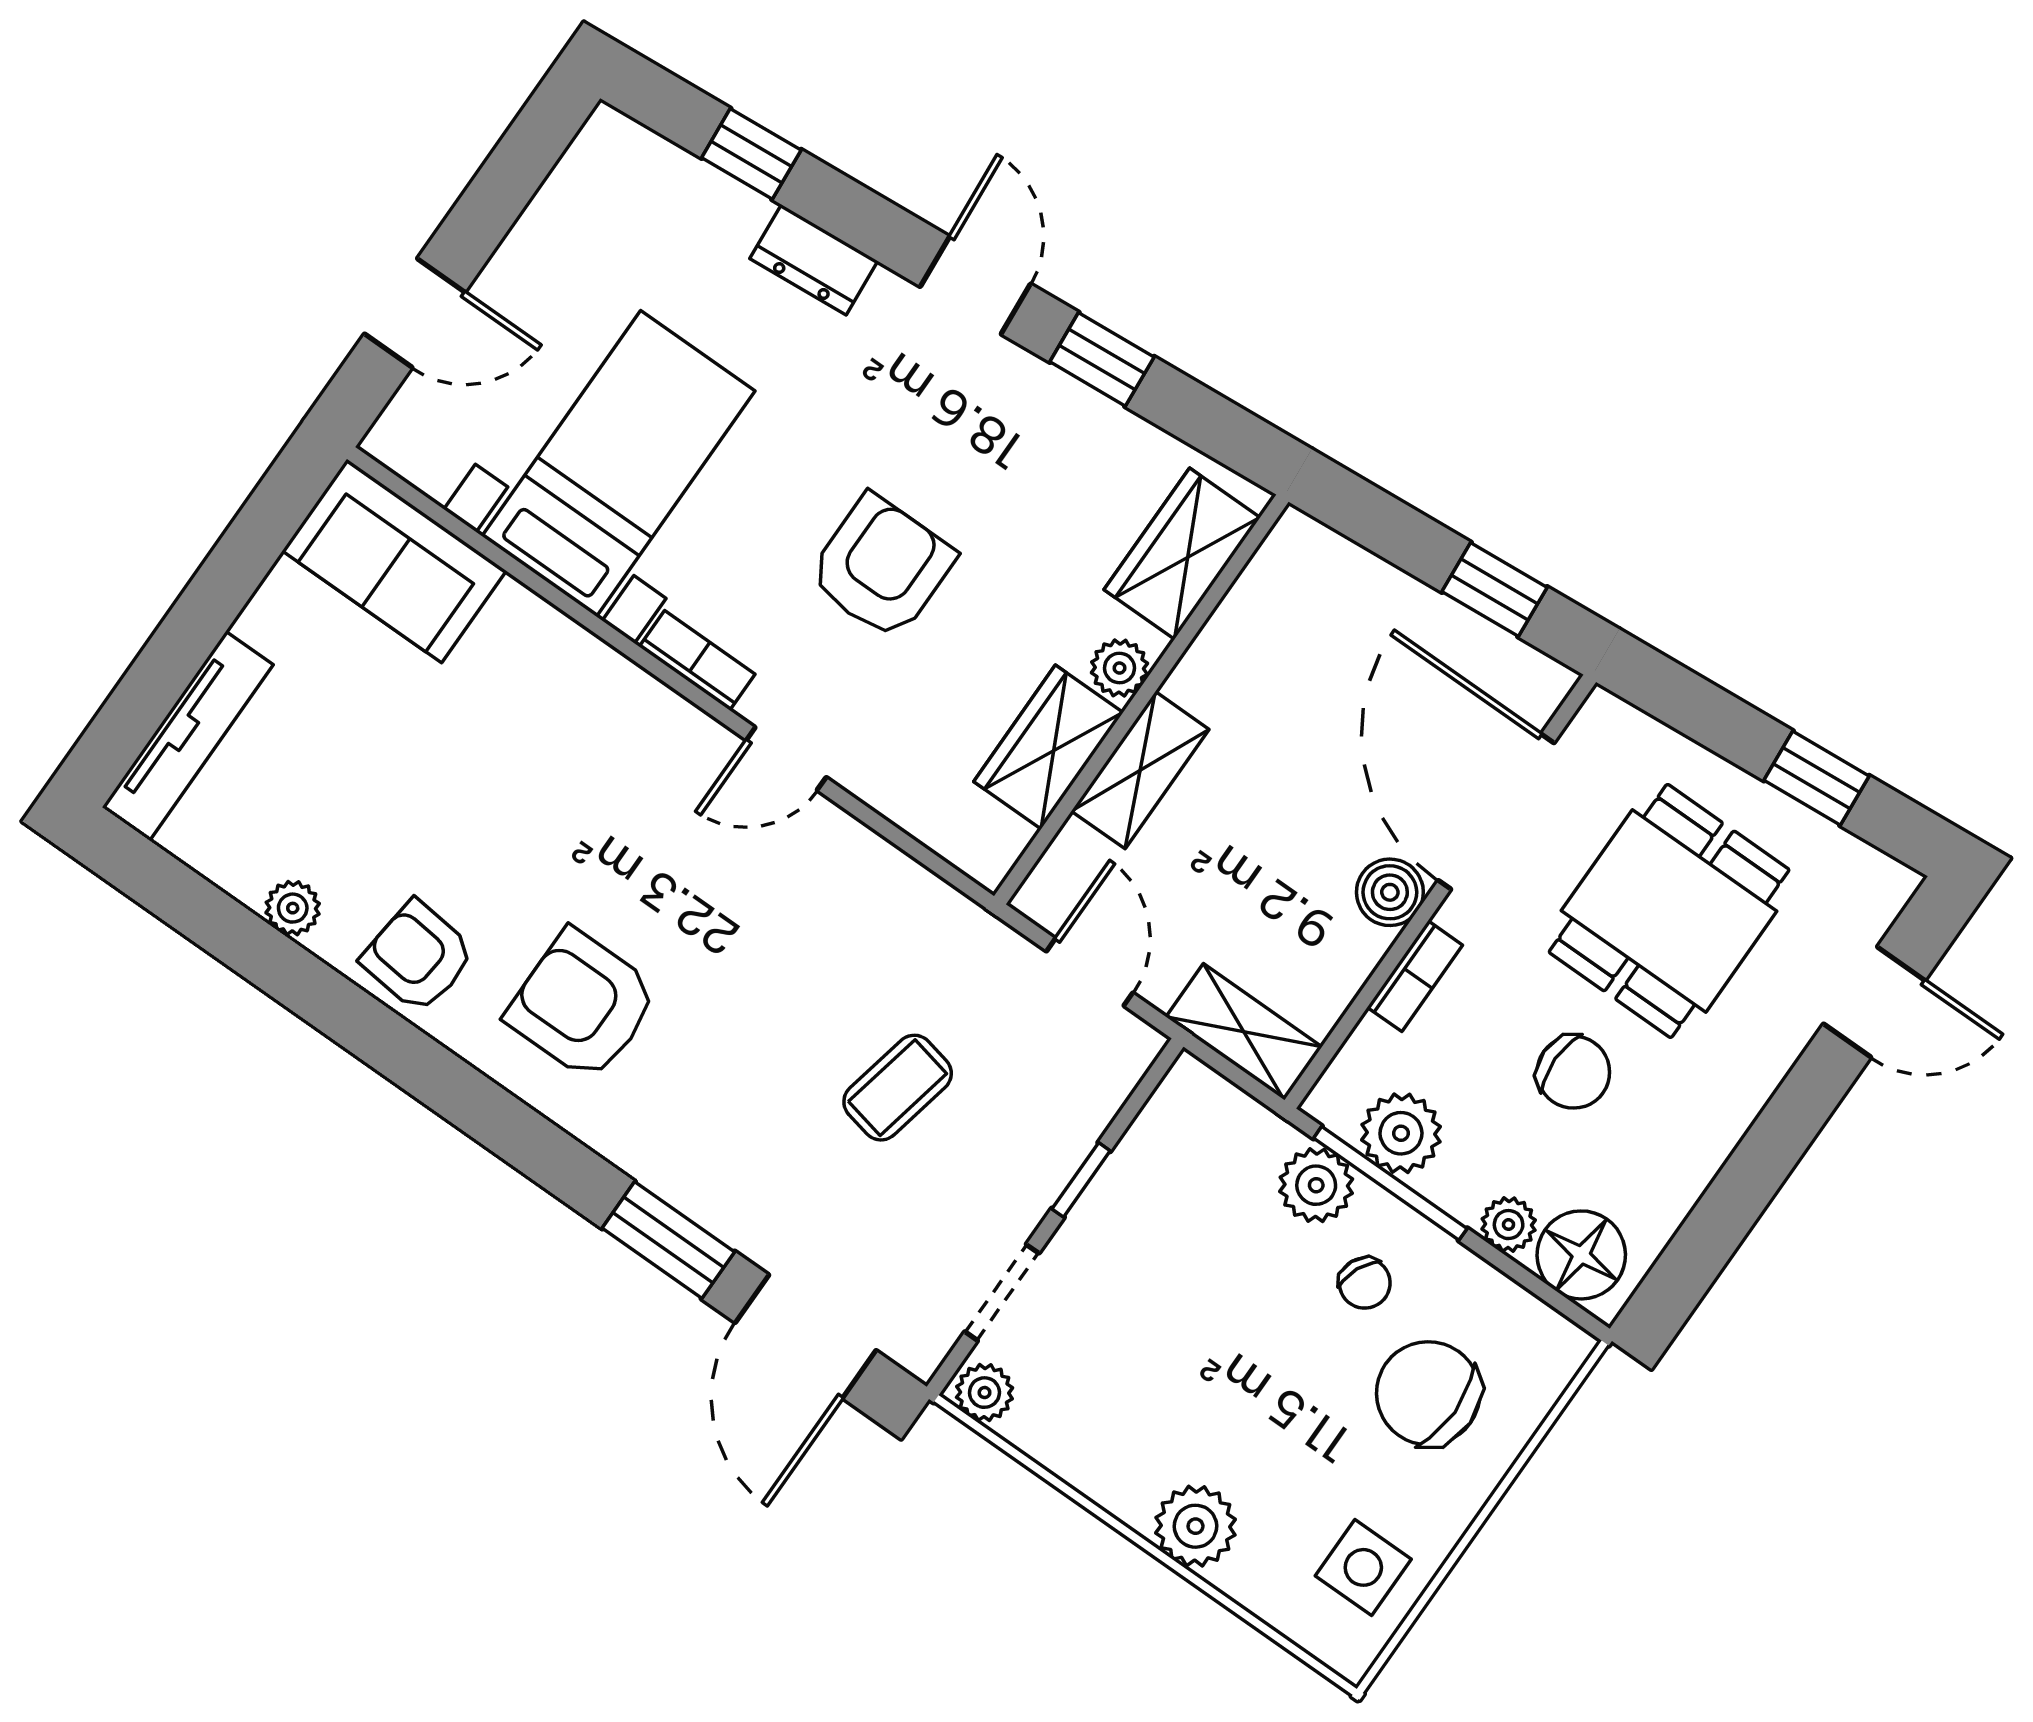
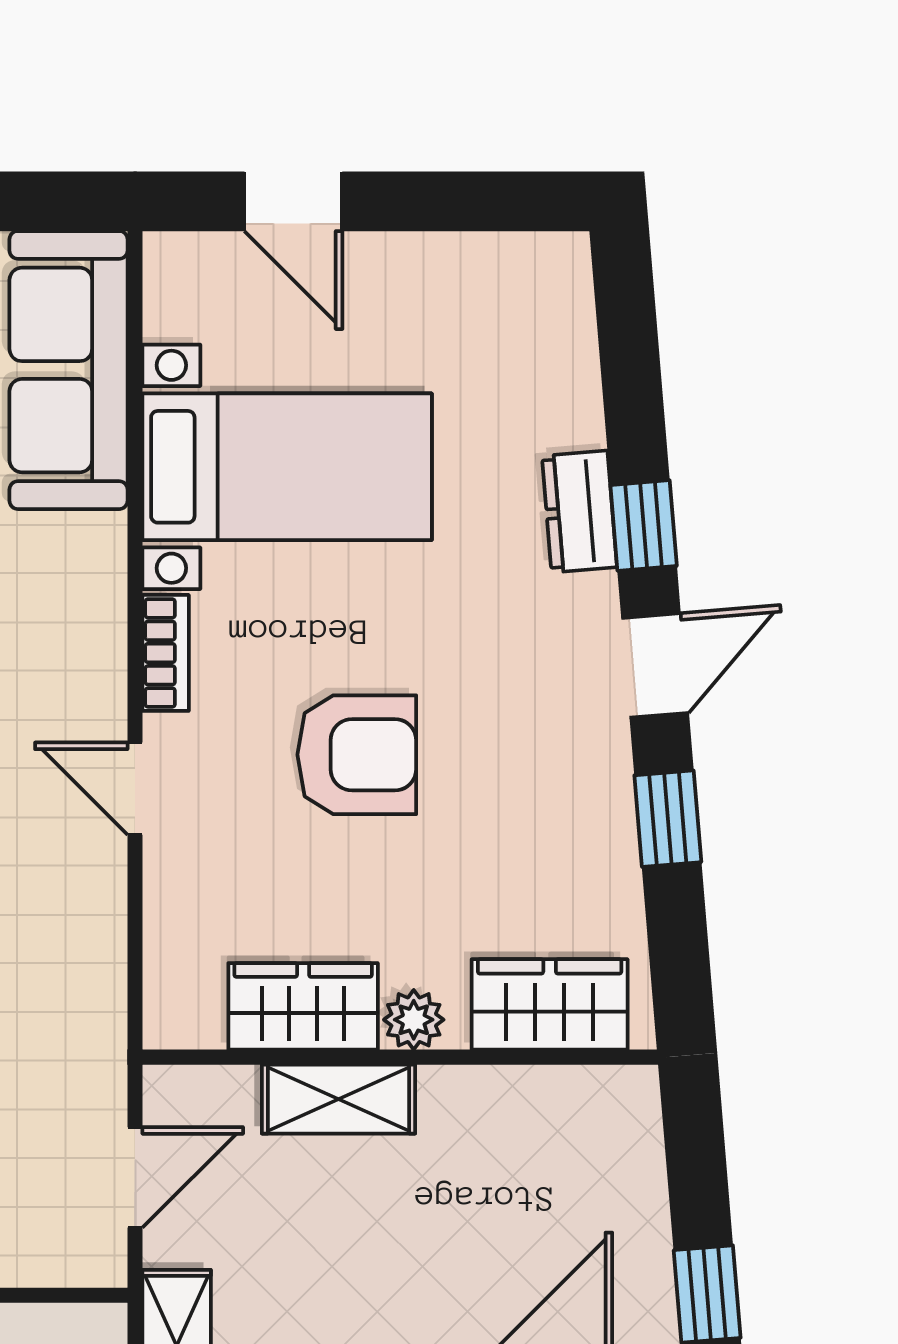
window: (751, 154) -> (644, 526), moved
sofa: (394, 561) -> (68, 370), width x1.36

